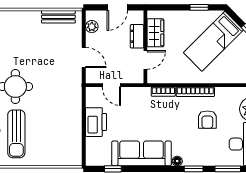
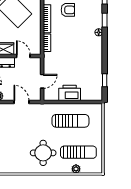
door: (84, 58) -> (22, 102), hinge flipped
sun lounger: (58, 123) -> (70, 121), added
sofa: (141, 153) -> (93, 59), removed

